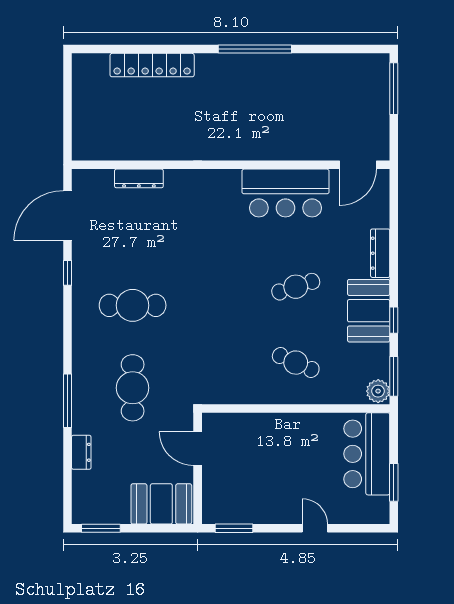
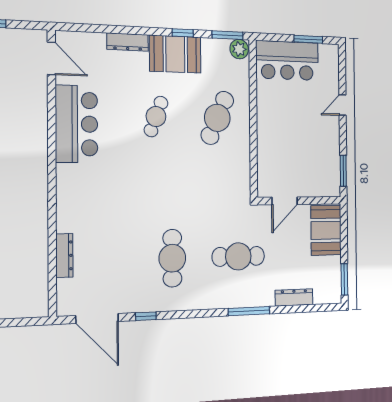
cafe table: (296, 287) -> (156, 117), turned 39
cafe table: (296, 363) -> (217, 118), width x1.37, depth x1.35
dresser: (81, 452) -> (294, 298), width x1.44

